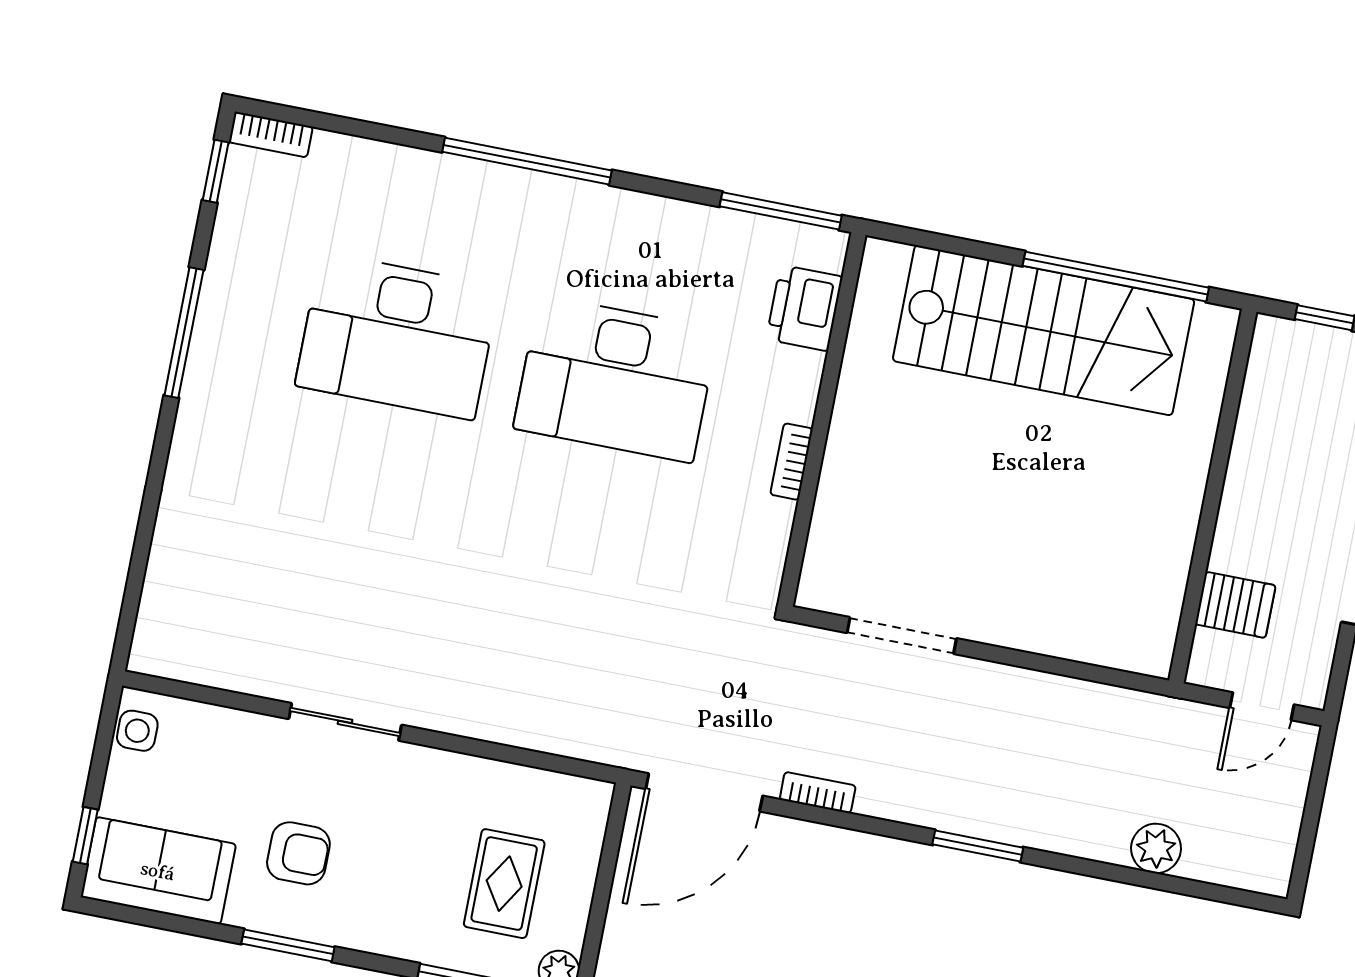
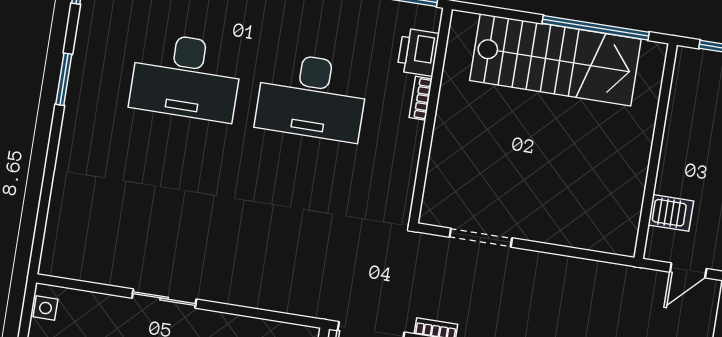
window: (184, 333) -> (64, 79), width x0.69
bookcase: (791, 462) -> (421, 98), moved

